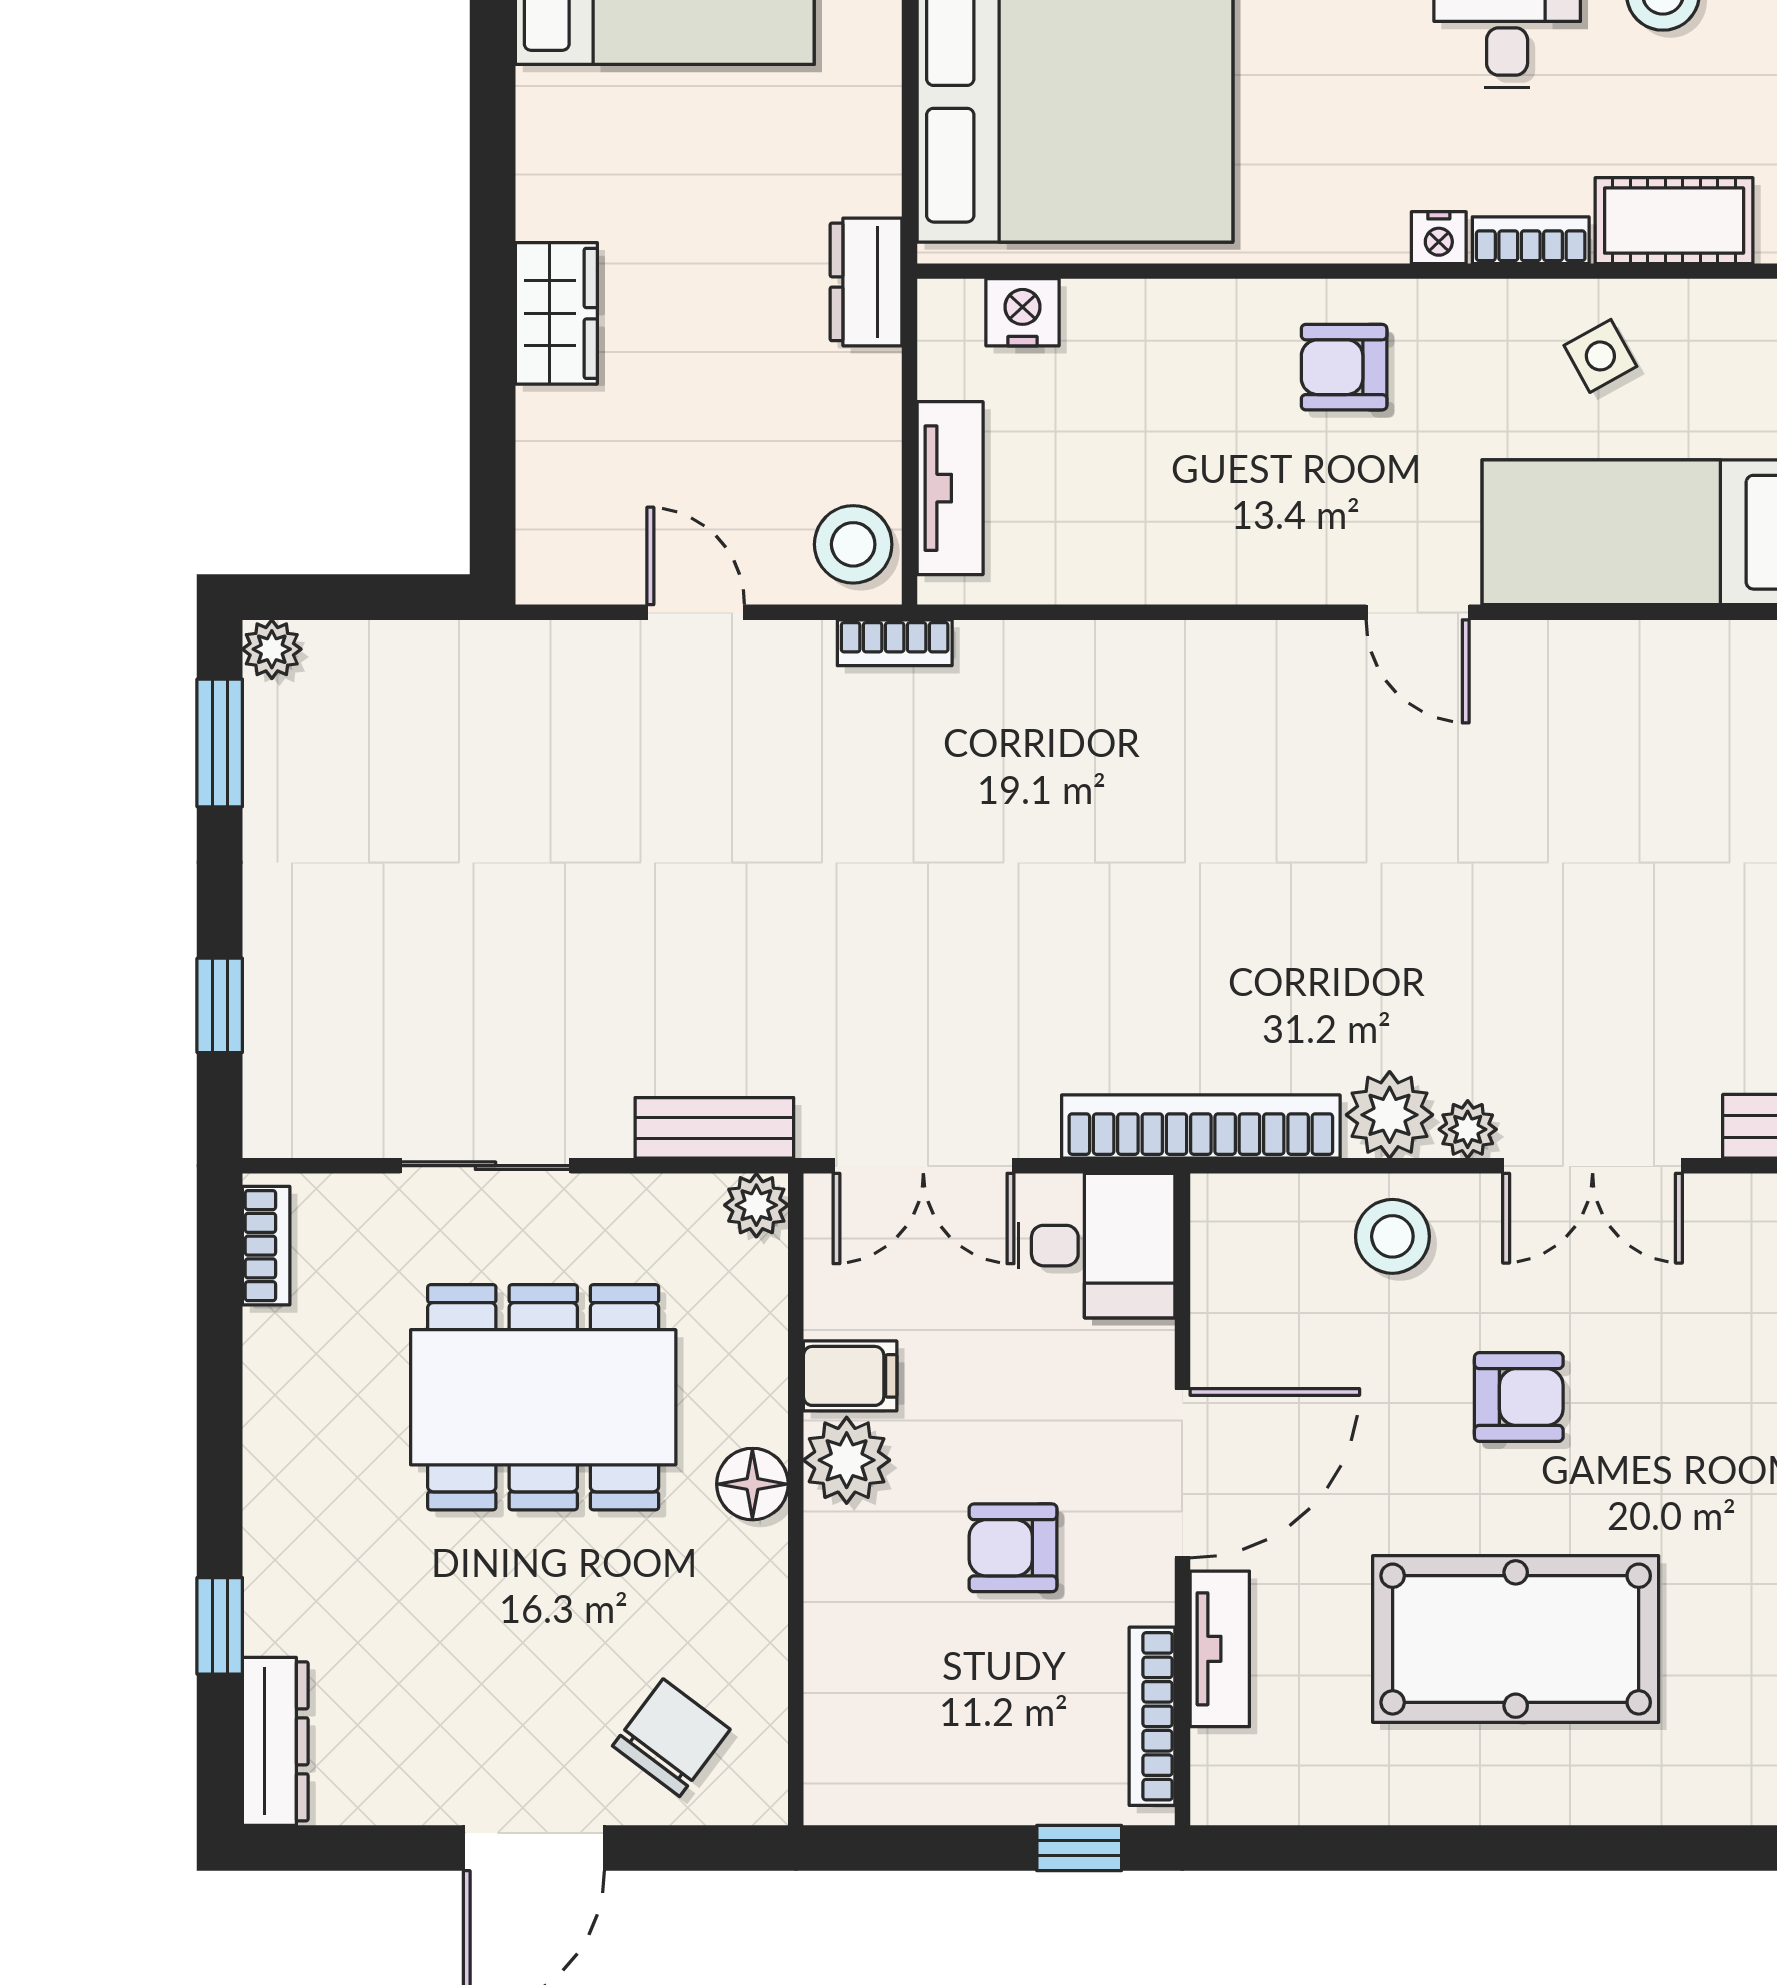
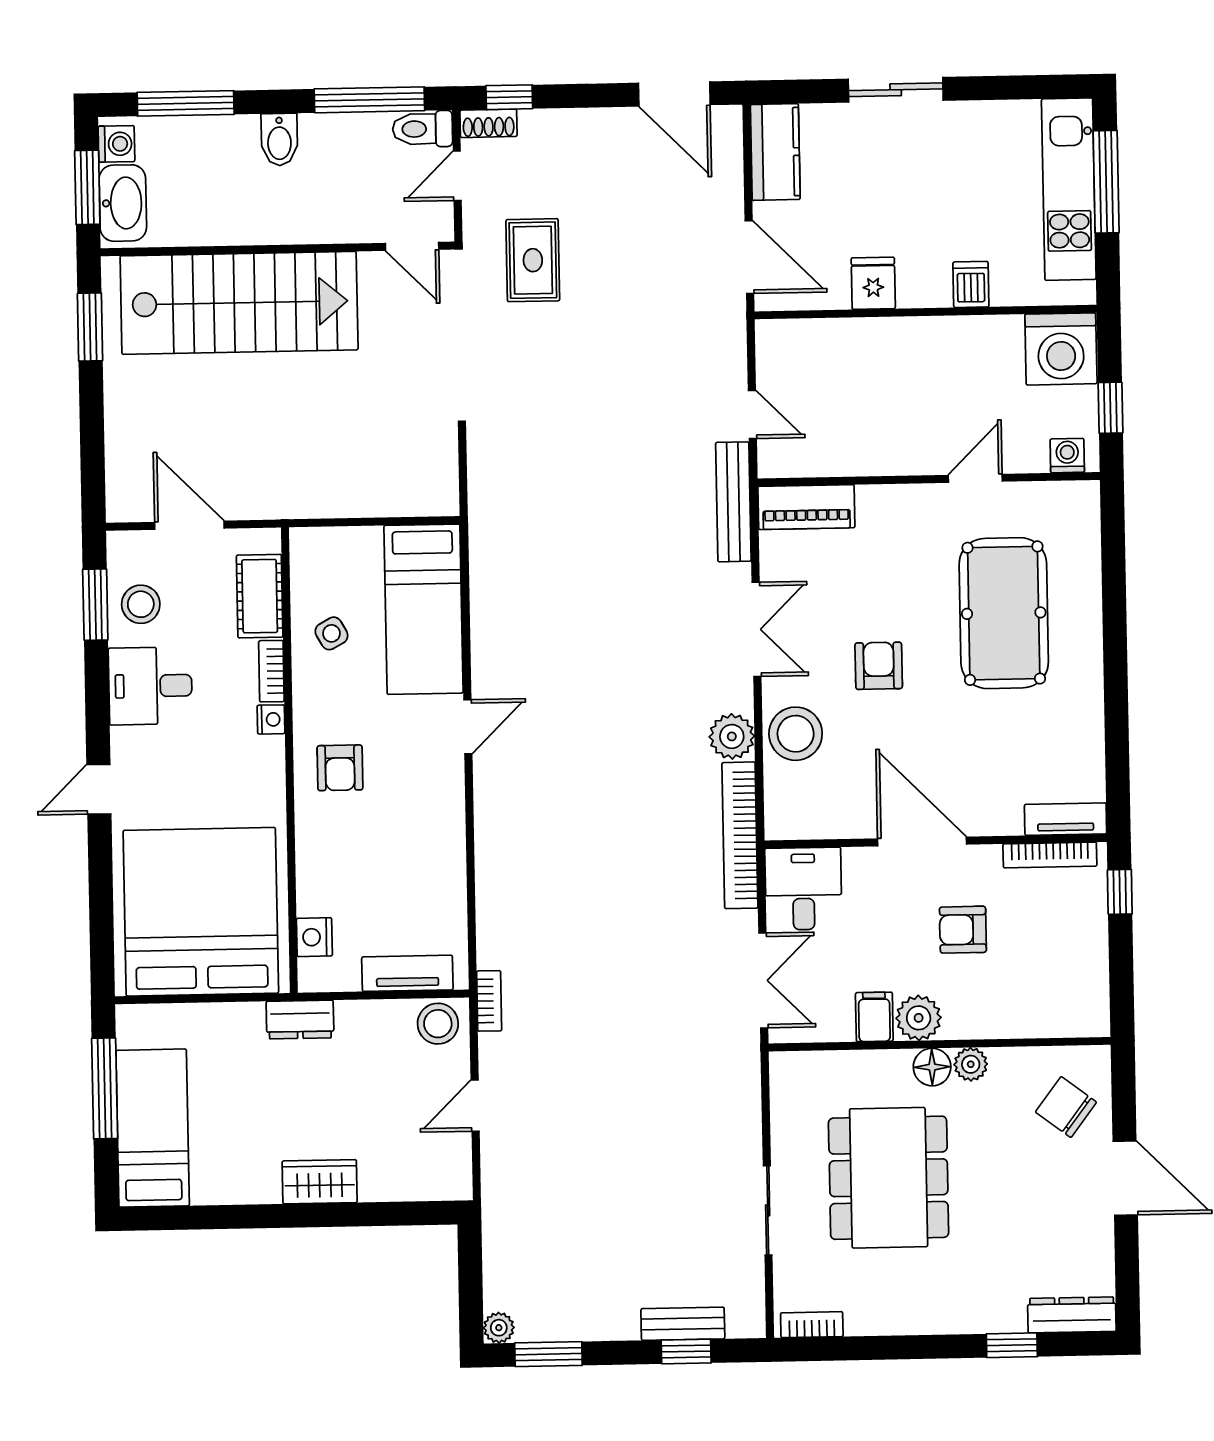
bench: (714, 1128) -> (683, 1324), moved, turned 90
plant: (1468, 1129) -> (739, 695), removed
plant: (756, 1205) -> (971, 1064), moved
stool: (1392, 1236) -> (796, 734), width x1.38, depth x1.38
armchair: (1013, 1548) -> (963, 930), turned 90
pool table: (1516, 1639) -> (1004, 613), moved
tv unit: (1220, 1649) -> (1066, 819), moved

